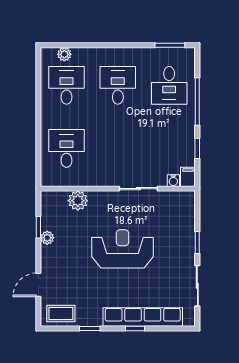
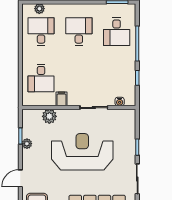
desk: (66, 148) -> (41, 78), turned 180
filing cabinet: (188, 177) -> (61, 99), moved
reception desk: (122, 249) -> (82, 152), width x1.36, depth x1.30

